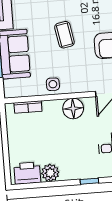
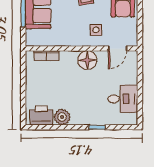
side table: (53, 84) -> (96, 30), moved

